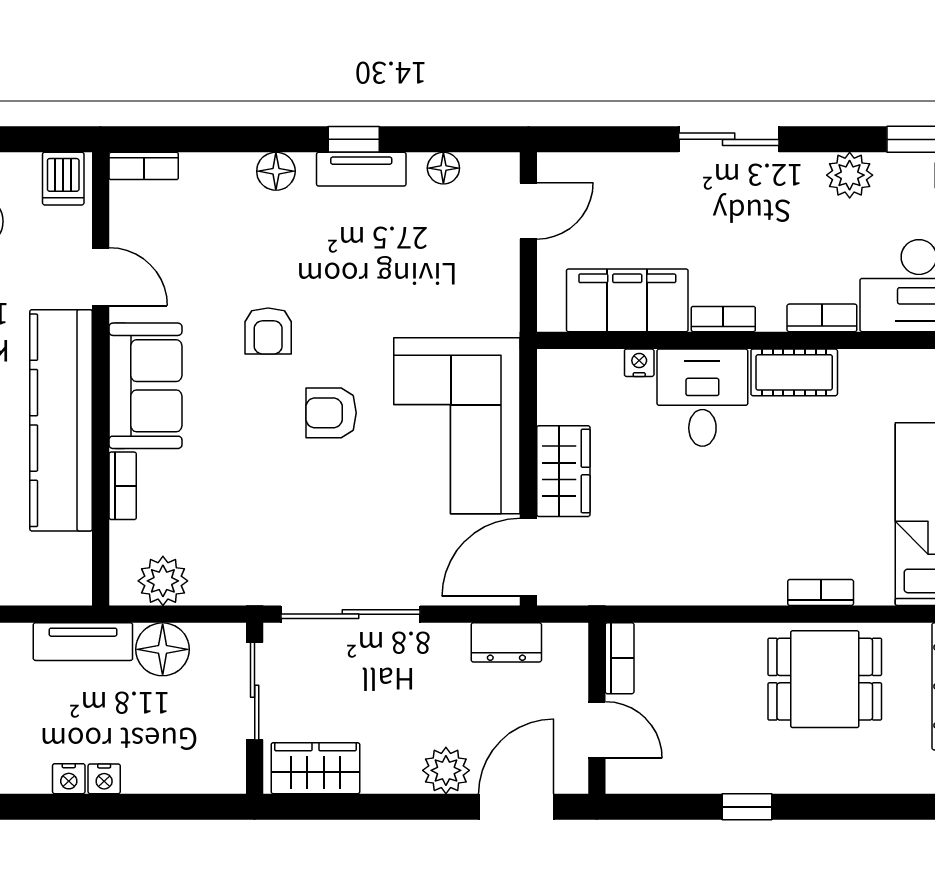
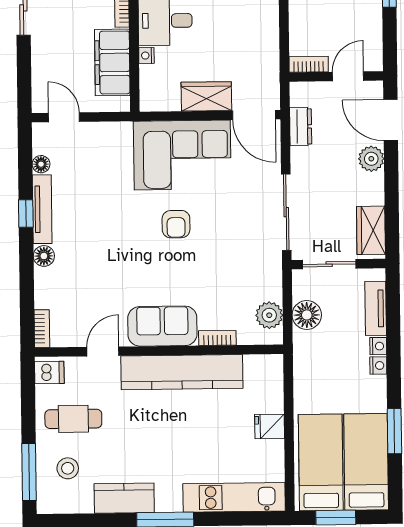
tv unit: (361, 169) -> (42, 209), width x1.41
armchair: (268, 331) -> (131, 259), removed
tv unit: (83, 642) -> (376, 308), moved, turned 180

